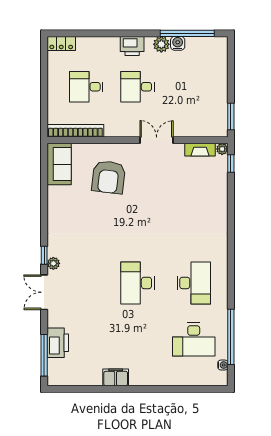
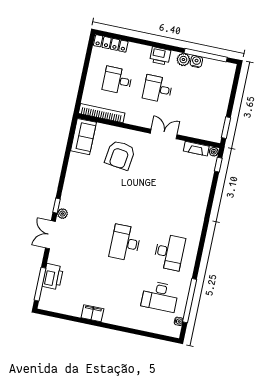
locker: (61, 43) -> (111, 43), width x1.53

